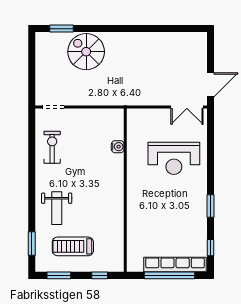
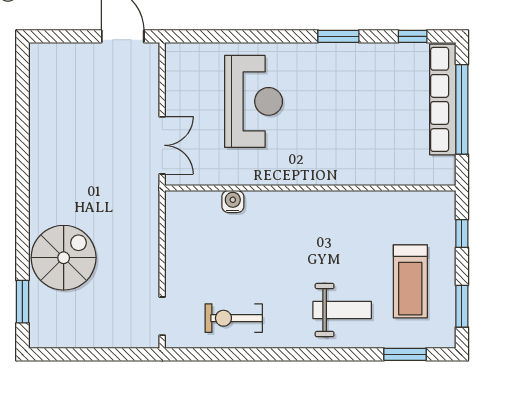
spiral stairs: (86, 52) -> (64, 258), turned 180
double door: (187, 107) -> (162, 145), moved

